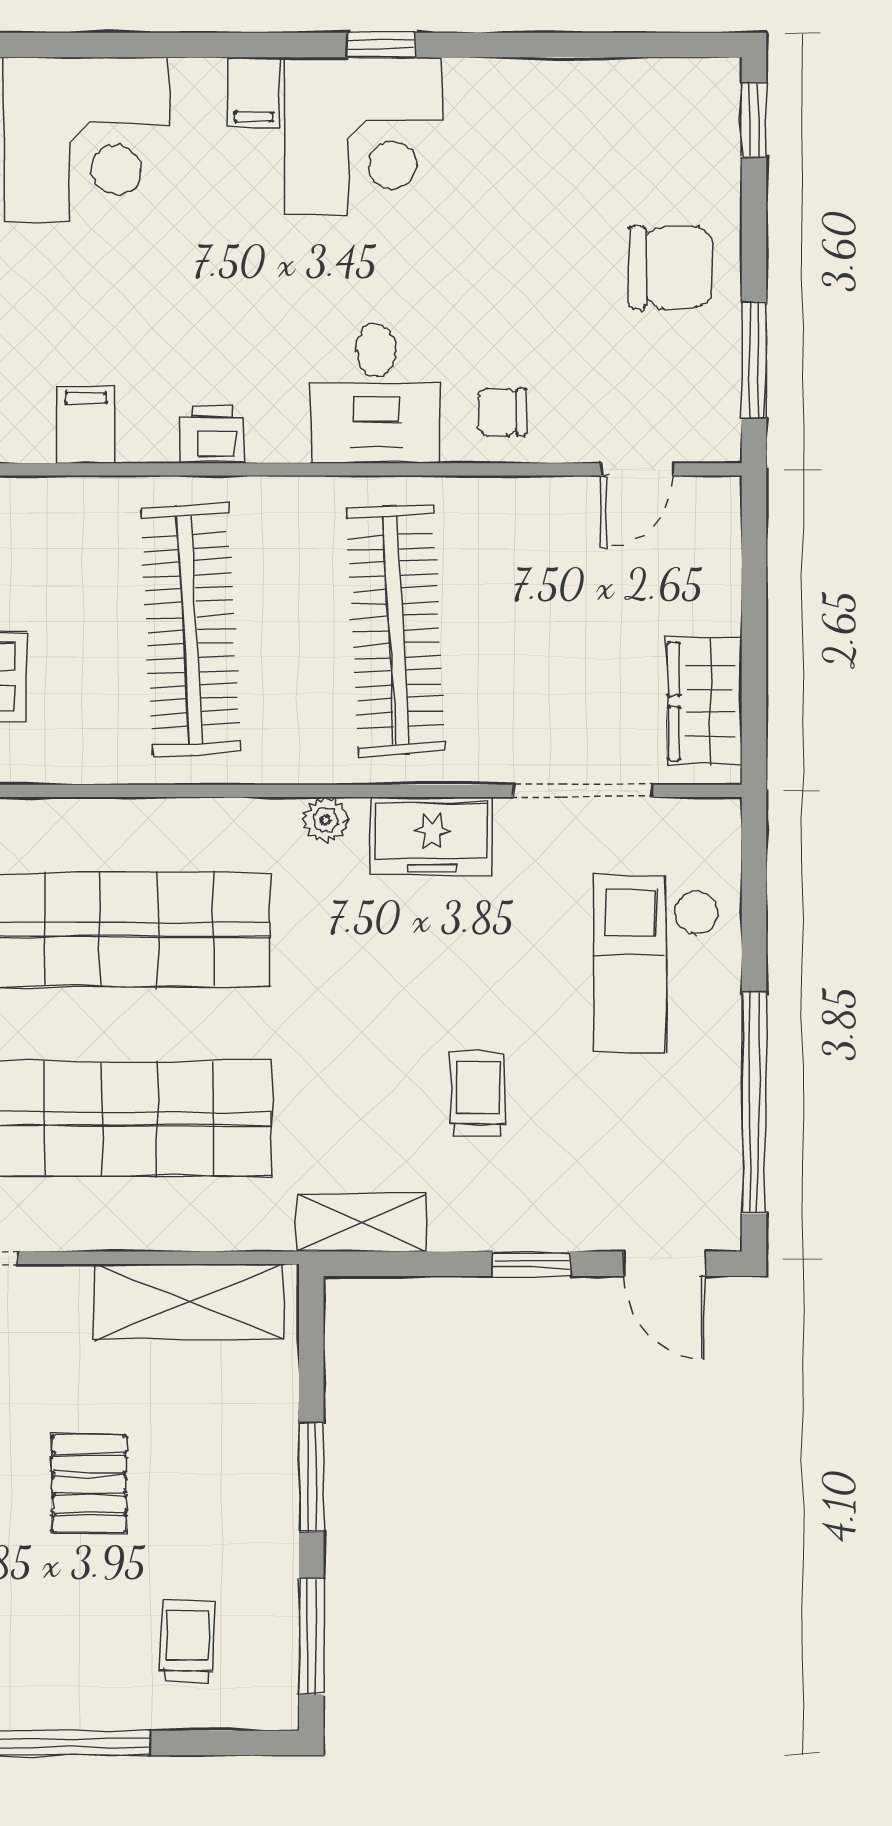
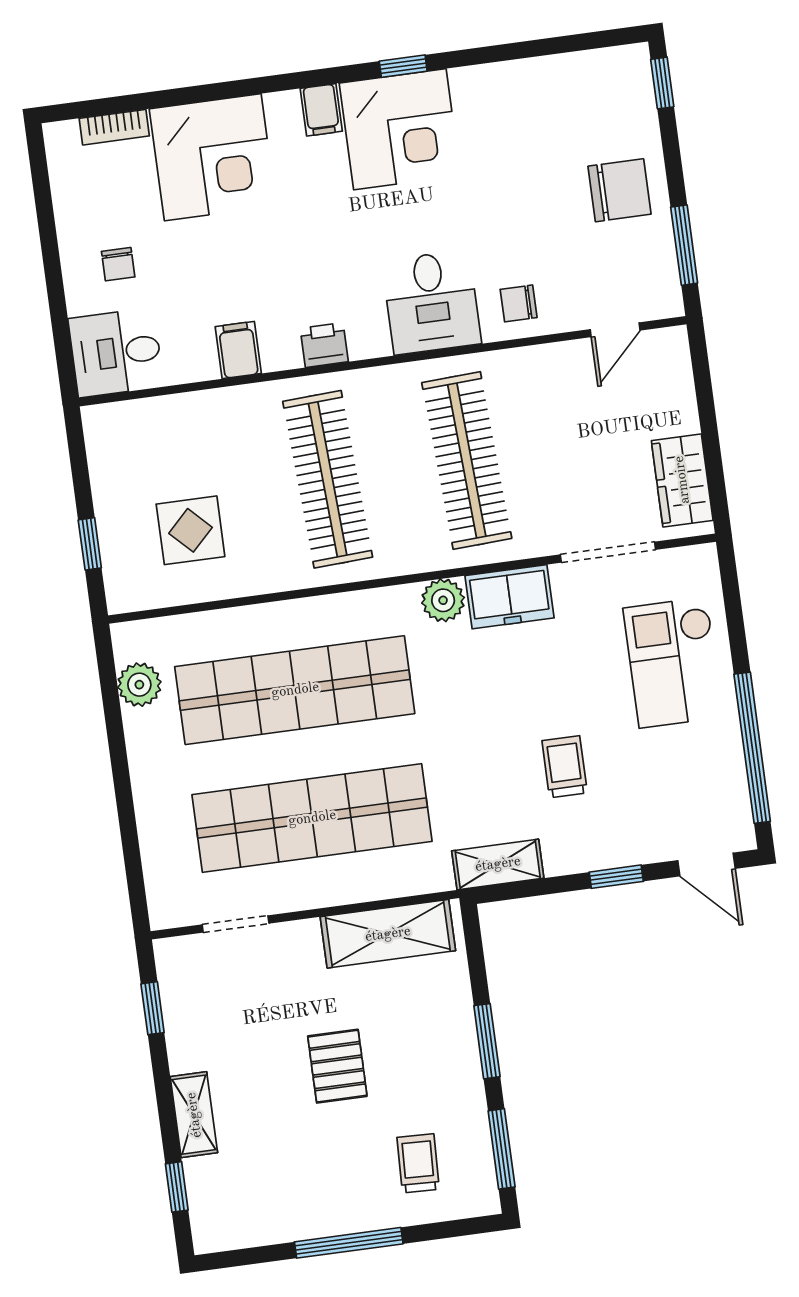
plant: (325, 820) -> (443, 600), width x1.38, depth x1.38

